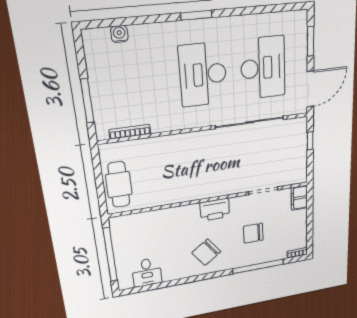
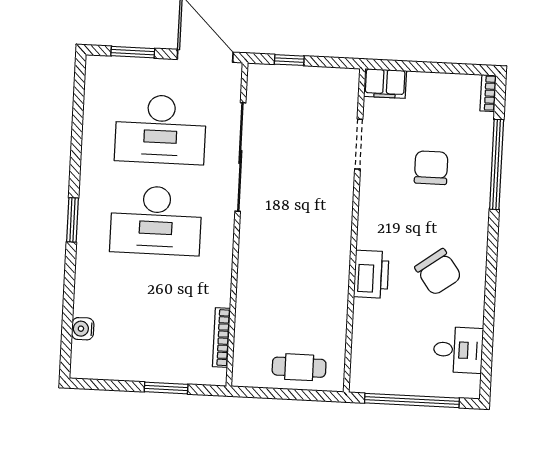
desk: (263, 68) -> (161, 129), turned 180
window: (87, 101) -> (166, 388), width x0.69
cafe table: (119, 185) -> (299, 367), width x0.73, depth x0.74
printer: (215, 210) -> (371, 274), moved
chair: (253, 233) -> (431, 168), turned 180
chair: (206, 252) -> (438, 272), moved

